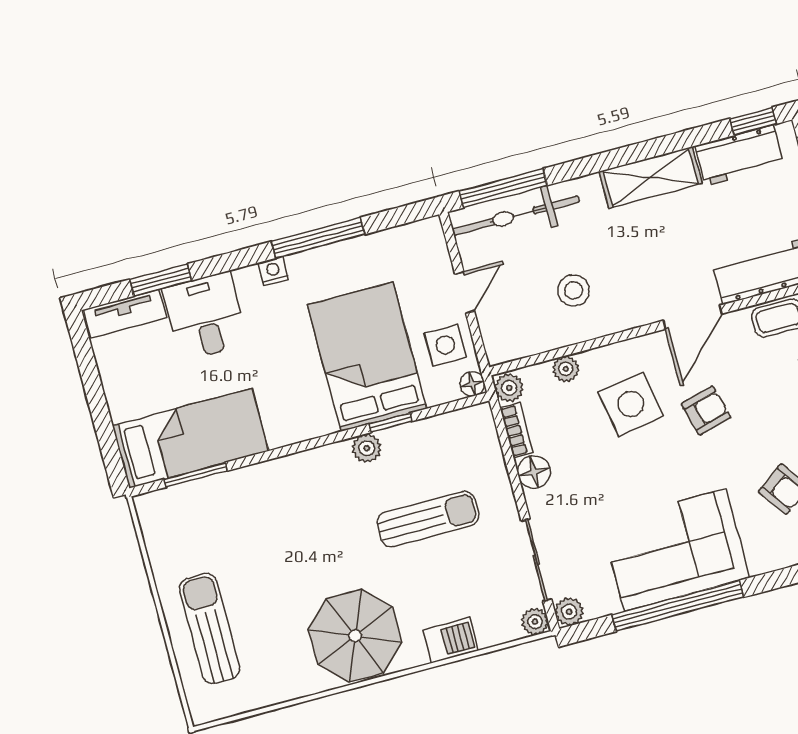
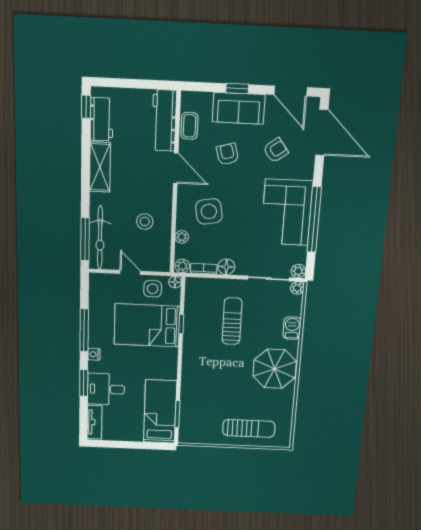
window: (161, 280) -> (84, 383), moved
armchair: (706, 411) -> (228, 154), moved
plant: (367, 448) -> (190, 338), removed
sun lounger: (210, 629) -> (249, 428), turned 180

